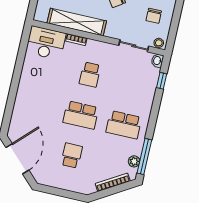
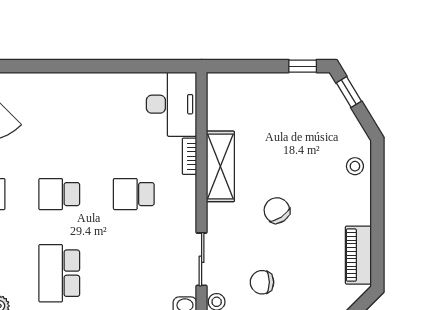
shelving: (77, 22) -> (220, 166), width x0.68
school desk: (81, 115) -> (59, 194), width x0.54

